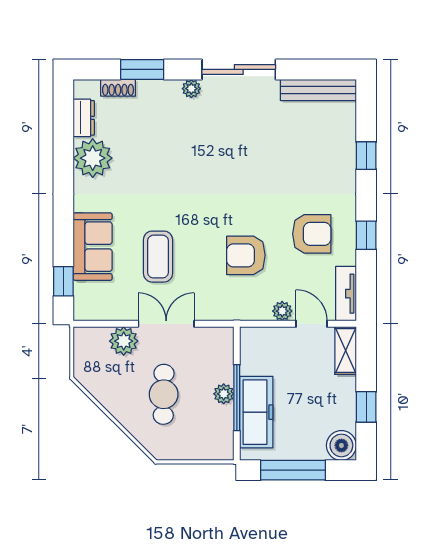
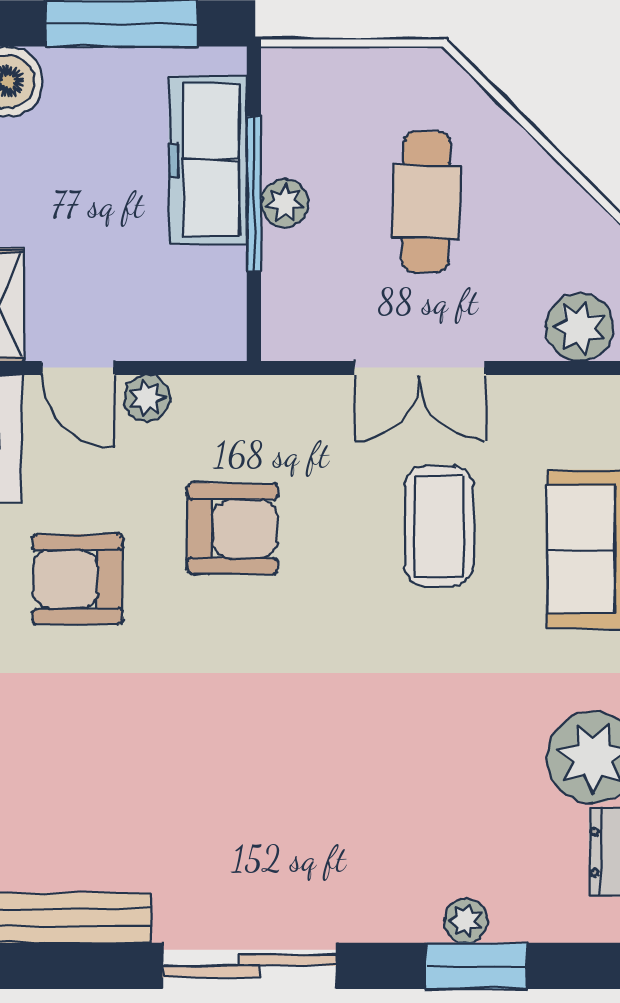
shoe rack: (118, 88) -> (533, 923), removed
plant: (191, 89) -> (466, 921), moved
plant: (124, 341) -> (580, 327), moved

